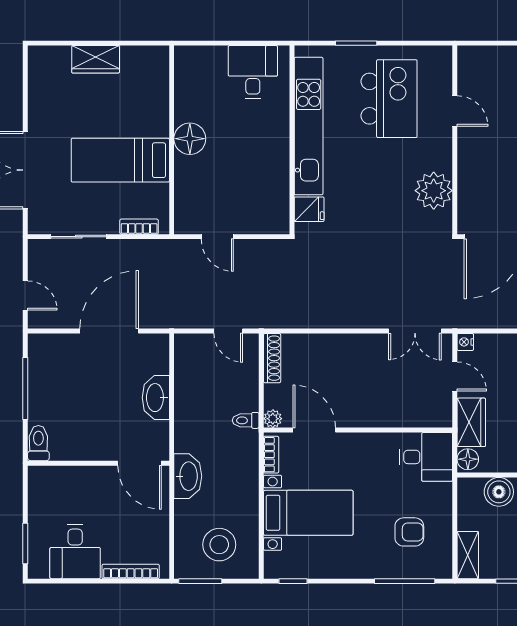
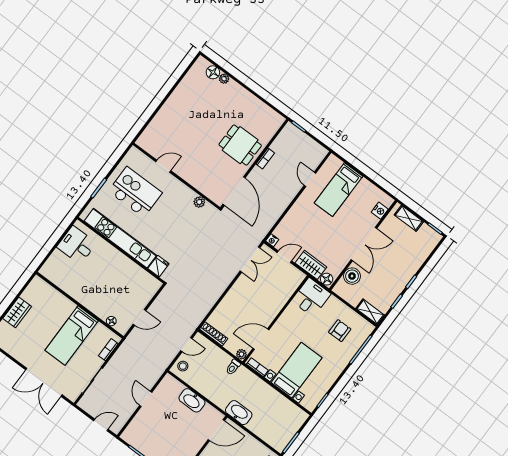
floor lamp: (190, 139) -> (111, 321), moved, width x0.53, depth x0.53
plant: (434, 191) -> (199, 202), width x0.53, depth x0.53
door: (109, 331) -> (146, 399), width x0.53
stool: (219, 545) -> (183, 366), moved, width x0.53, depth x0.53

